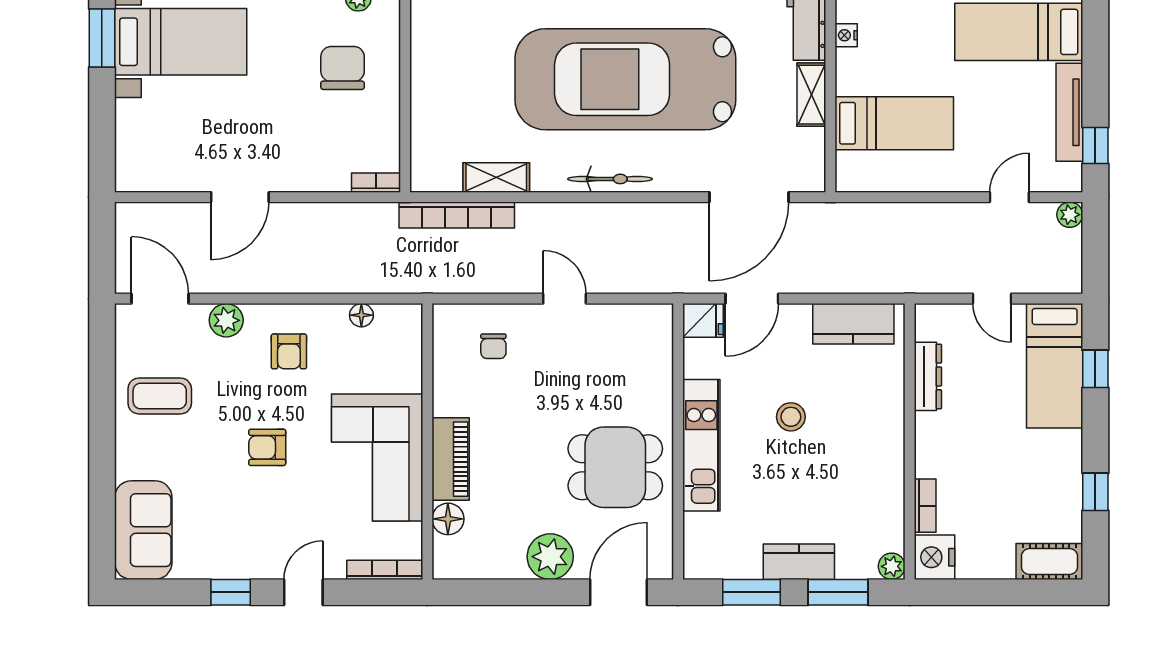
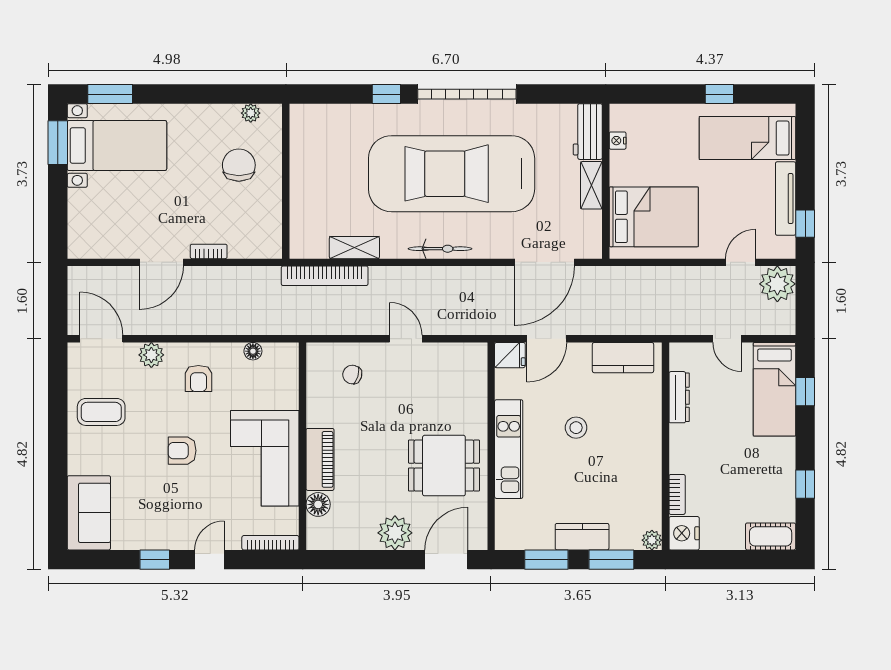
bed: (894, 123) -> (654, 217), width x1.50
bookcase: (376, 183) -> (209, 251), moved
plant: (1070, 215) -> (777, 284), width x1.87, depth x1.87
chair: (493, 346) -> (352, 375), turned 106

